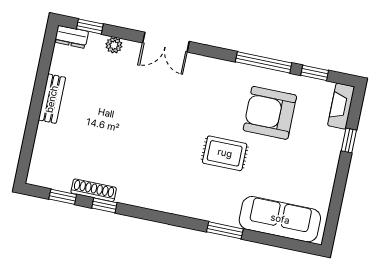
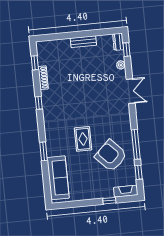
double door: (166, 42) -> (131, 91), swing flipped
armchair: (270, 113) -> (111, 156), turned -44
window: (104, 205) -> (39, 103), moved

